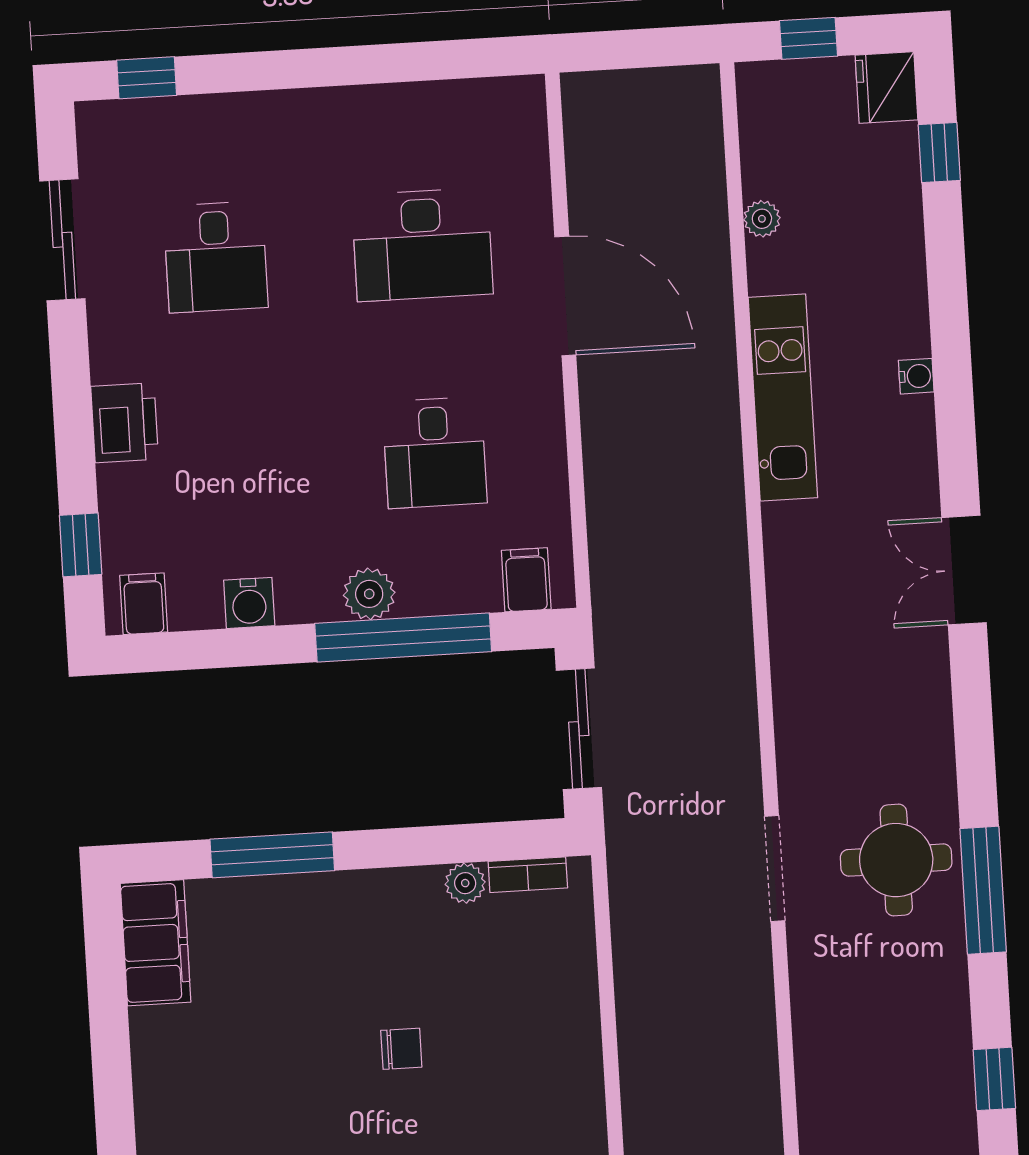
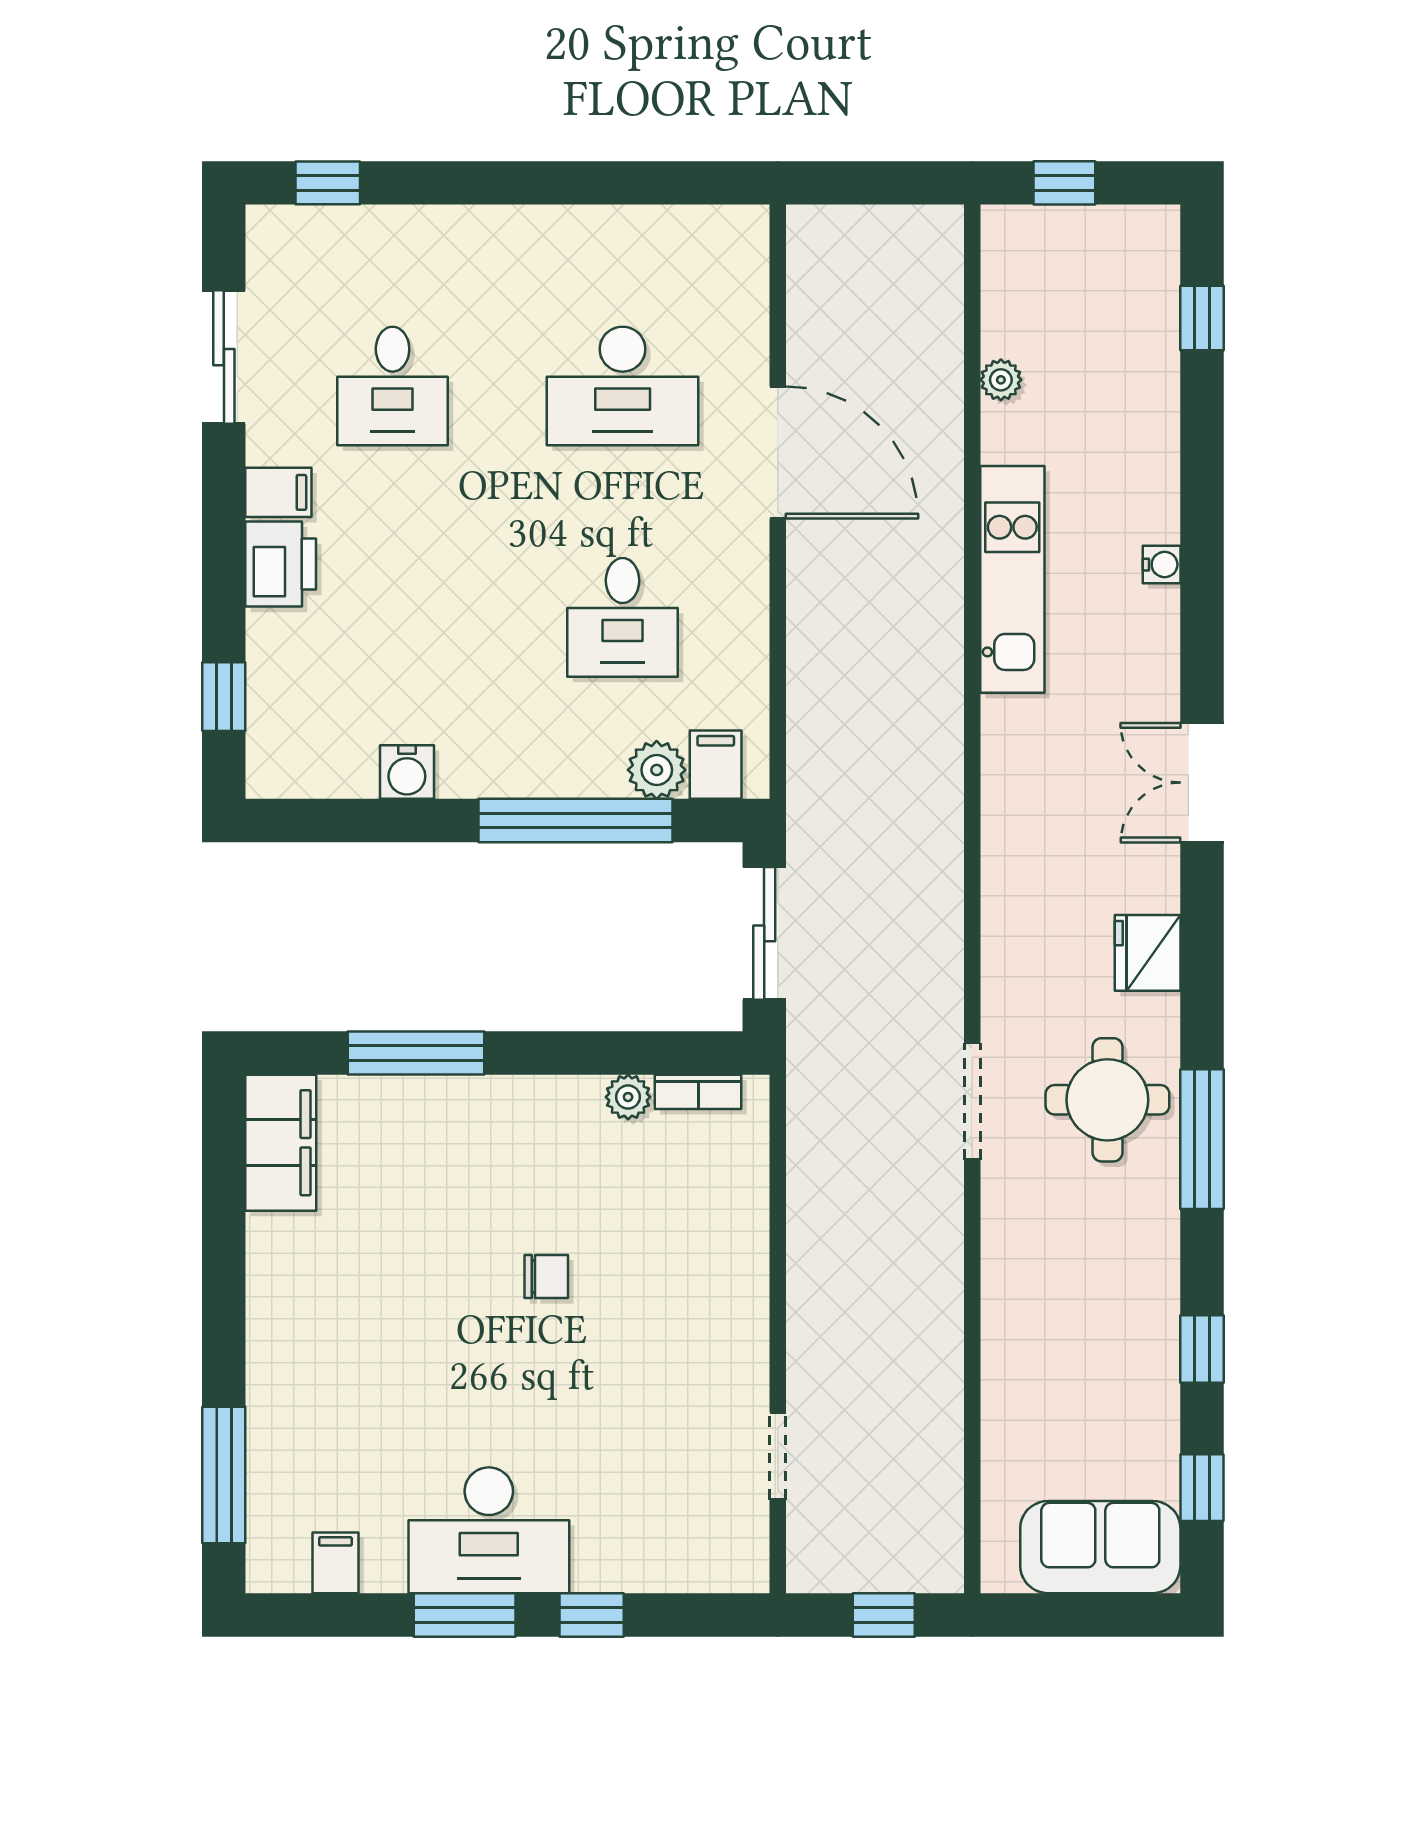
fridge: (886, 88) -> (1148, 953), moved
plant: (369, 594) -> (657, 770), moved
filing cabinet: (144, 604) -> (278, 492), moved, turned 90

